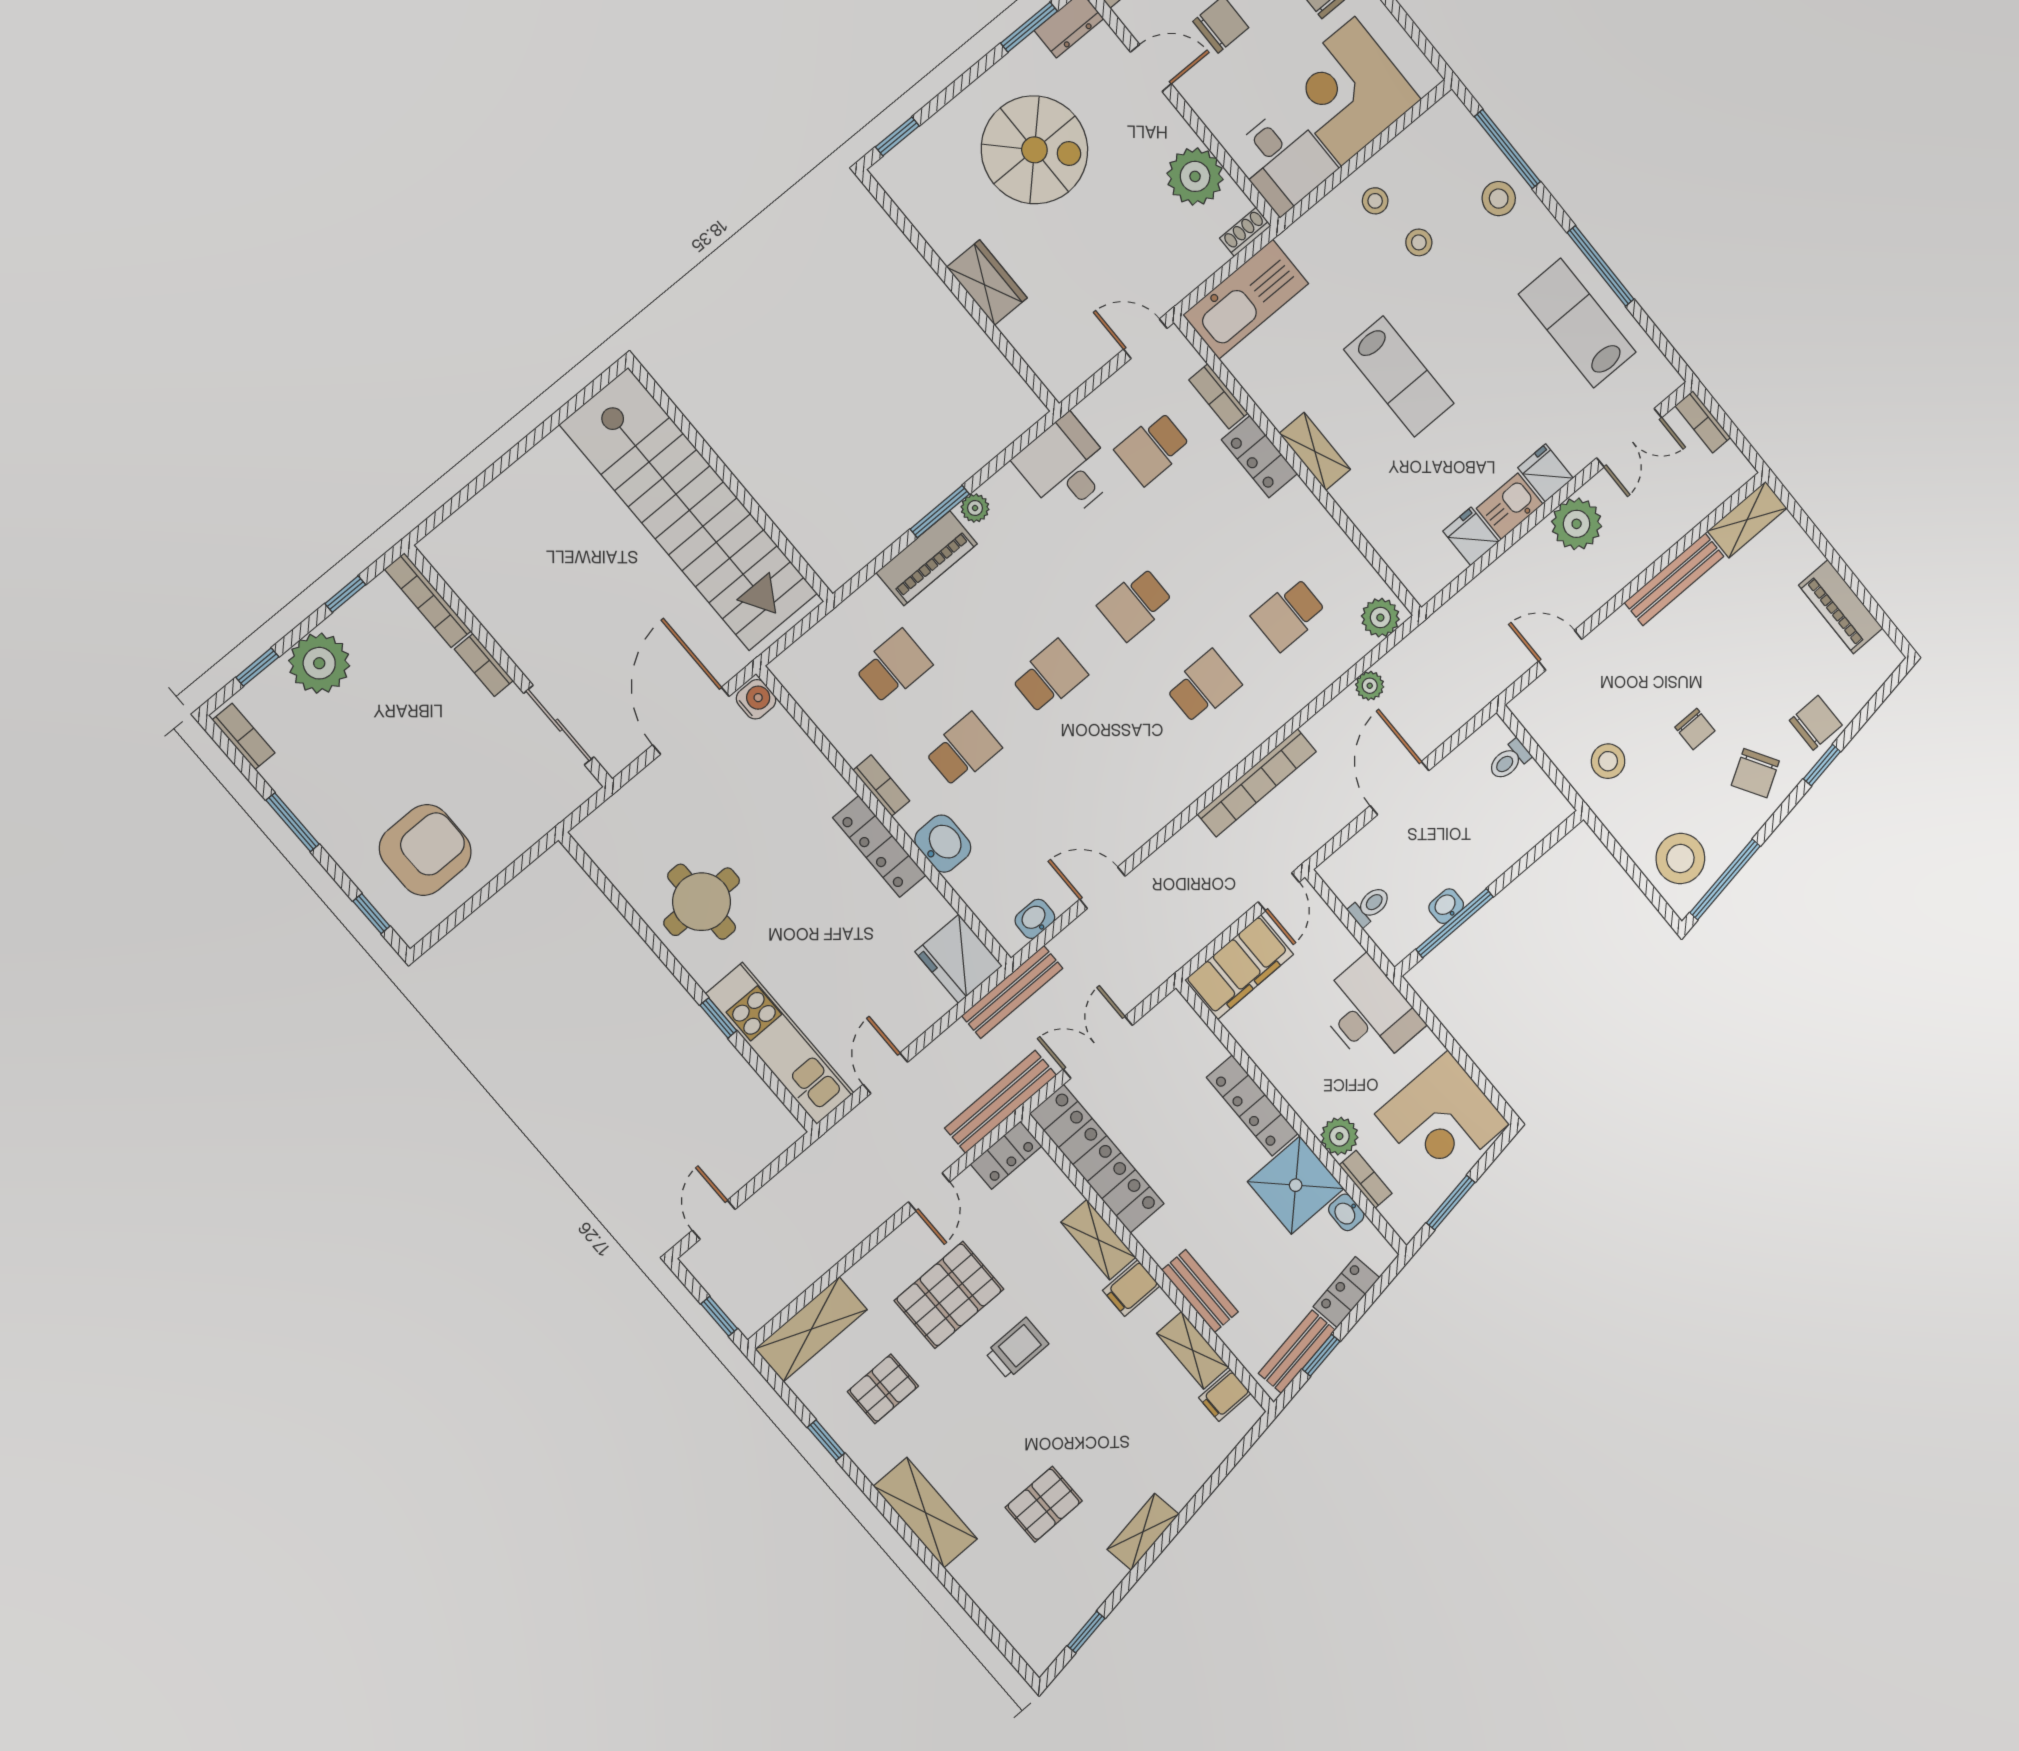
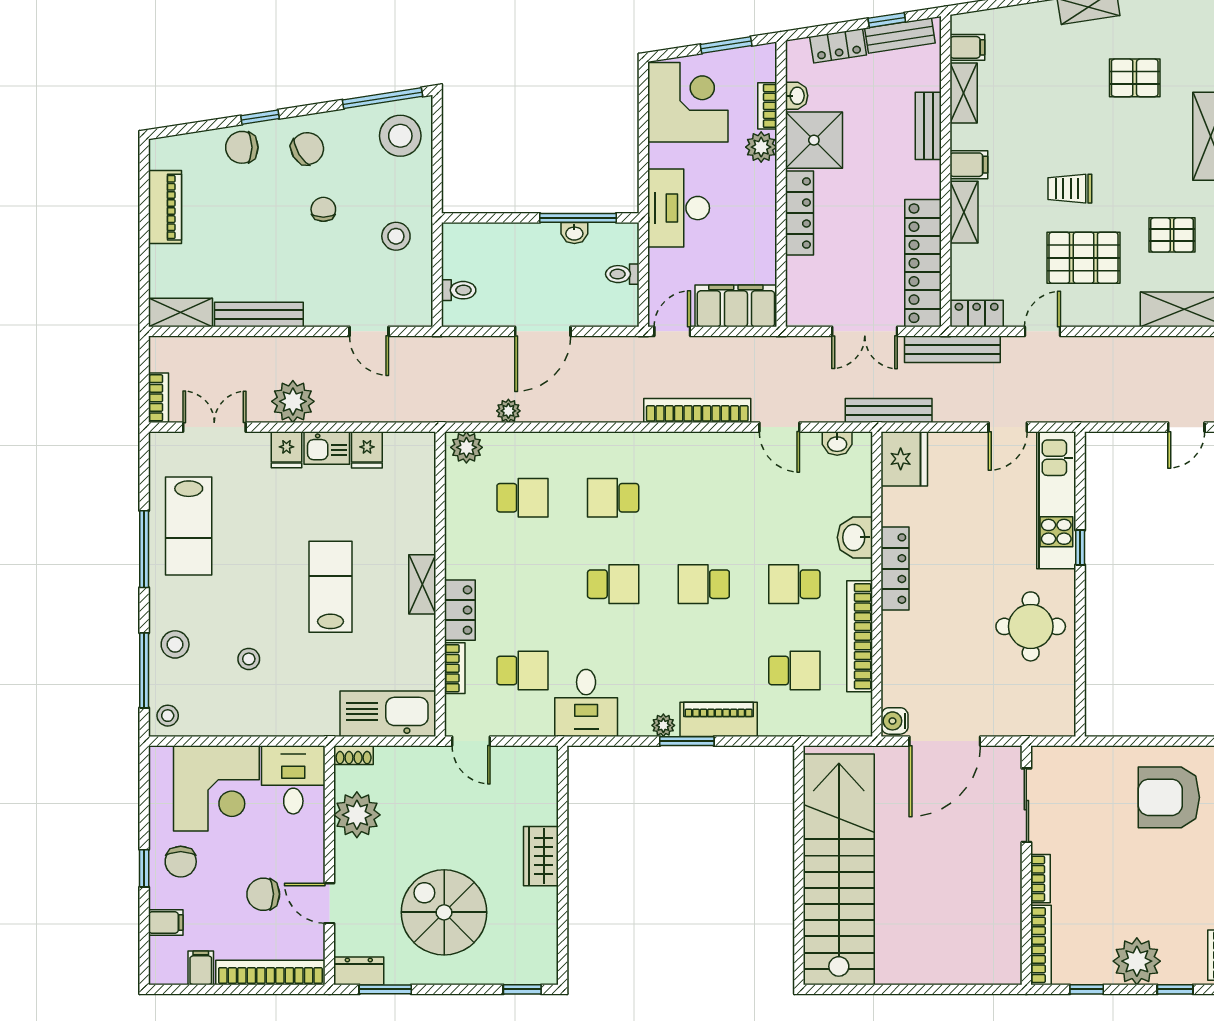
stool: (1375, 201) -> (168, 716), moved
school desk: (894, 667) -> (794, 671), turned 180
bookcase: (1257, 783) -> (697, 411), moved
bookcase: (881, 786) -> (860, 636), width x2.31, depth x1.31

